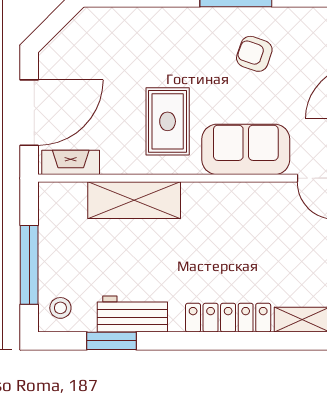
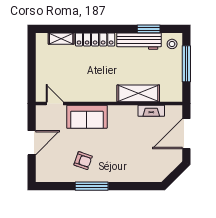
rug: (168, 121) -> (123, 130), removed
fireplace: (71, 162) -> (151, 111), moved
workbench: (132, 314) -> (139, 41), width x1.38

